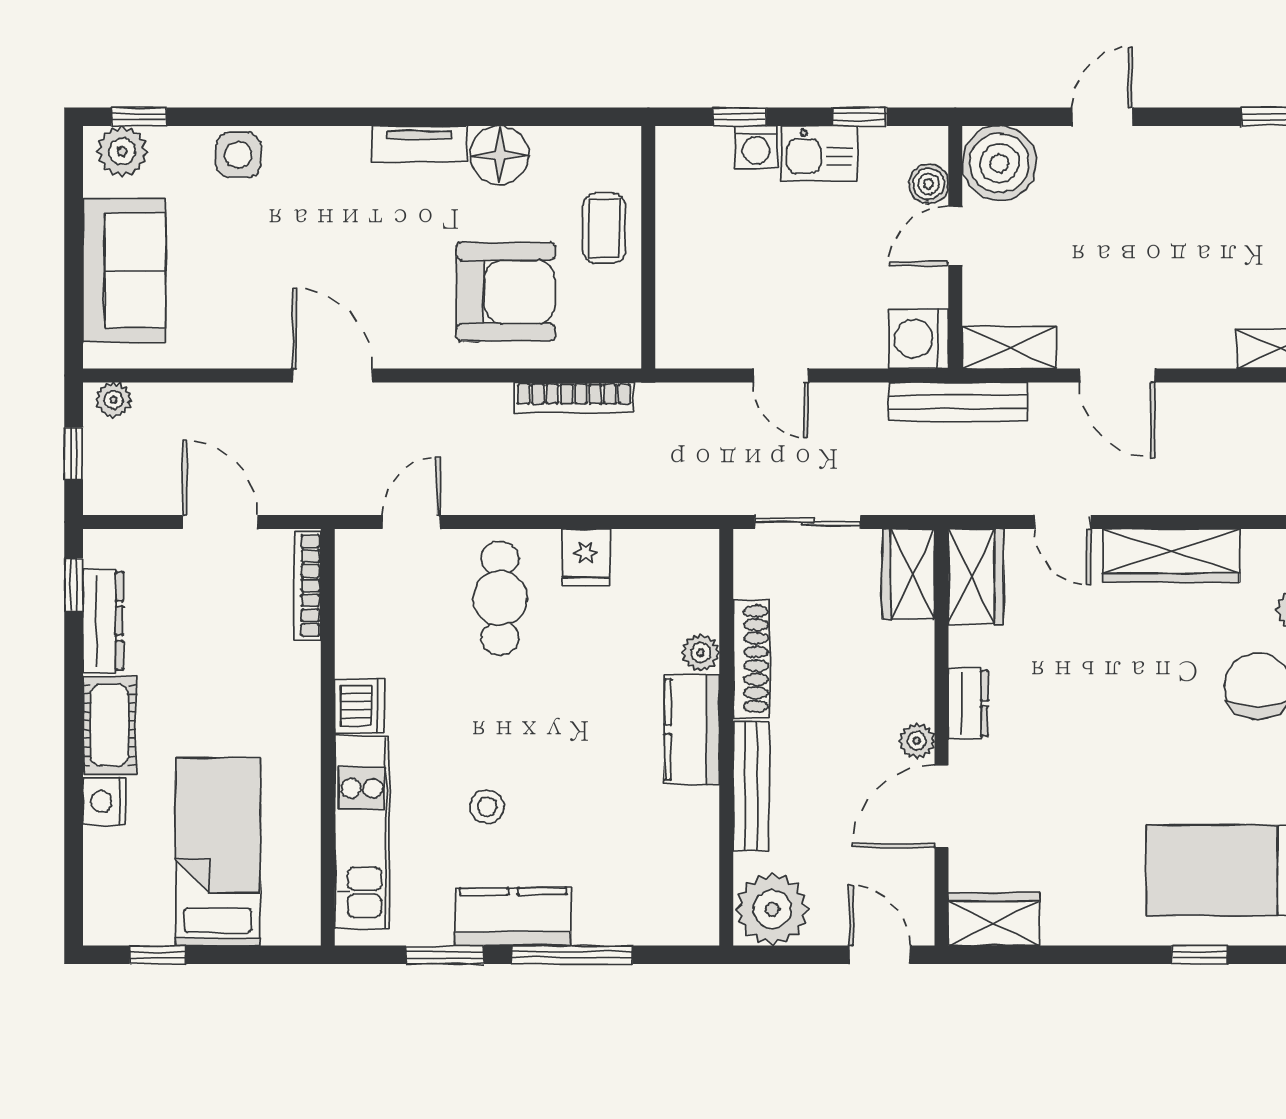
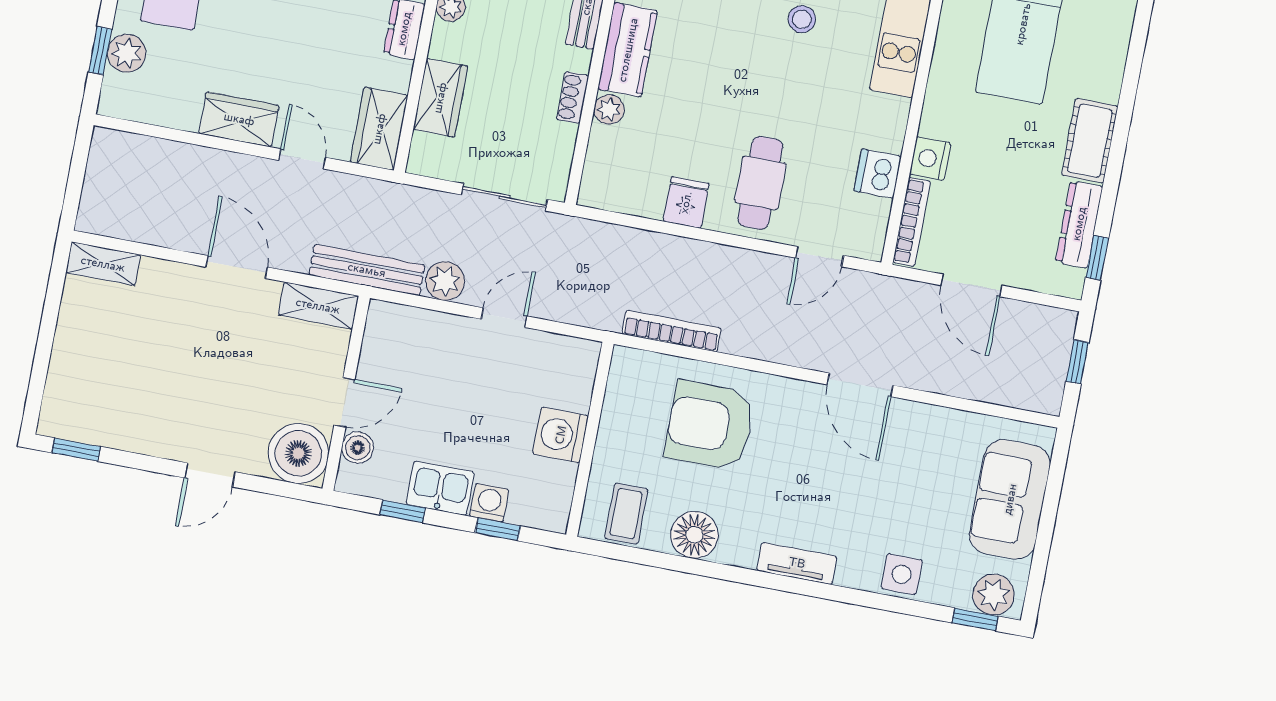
tv unit: (419, 144) -> (797, 563), moved
coffee table: (604, 228) -> (626, 514), moved
washing machine: (918, 339) -> (561, 435), moved, turned 180
door: (781, 375) -> (504, 318), hinge flipped
plant: (113, 400) -> (445, 281), moved, width x1.38, depth x1.38
wardrobe: (1171, 555) -> (239, 119), width x0.67
wardrobe: (908, 574) -> (440, 98), moved
shoe rack: (751, 659) -> (573, 97), width x0.51, depth x0.81
dishwasher: (360, 706) -> (878, 174), moved
nightstand: (105, 801) -> (930, 158), moved, turned 180

